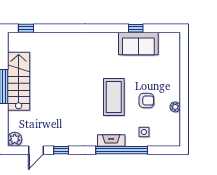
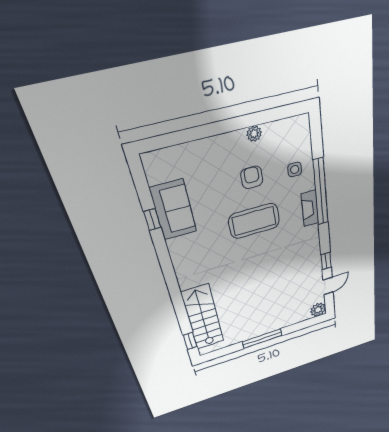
stairs: (19, 81) -> (203, 317), moved, turned 90
door: (36, 150) -> (328, 286), hinge flipped

